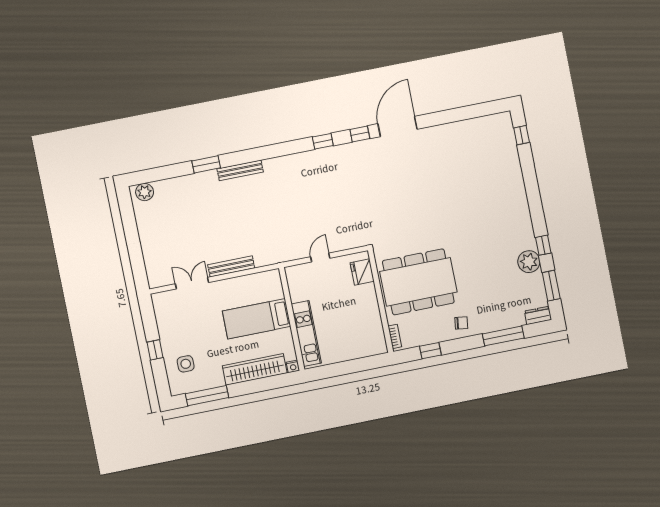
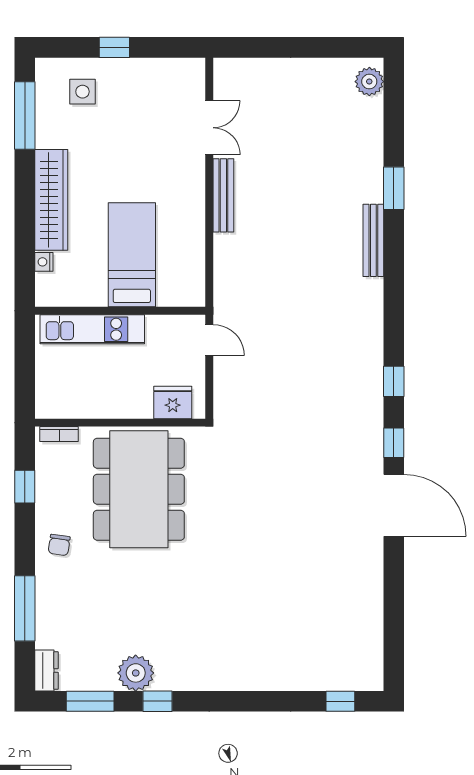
bed: (257, 319) -> (132, 255), moved
wall: (292, 319) -> (120, 311), moved
kitchen unit: (306, 334) -> (92, 329), moved

